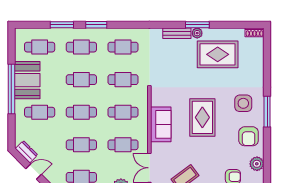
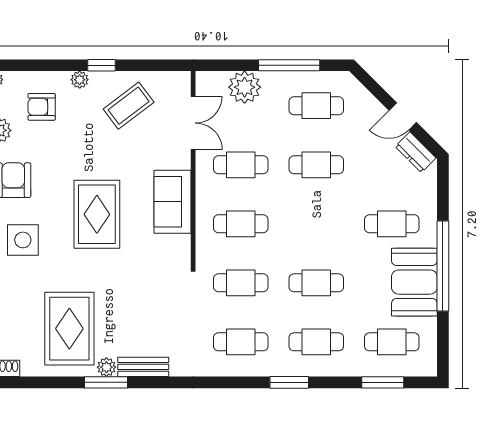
window: (62, 25) -> (383, 382), moved
rug: (218, 54) -> (69, 329), turned 90
cafe table: (81, 112) -> (316, 224), removed

